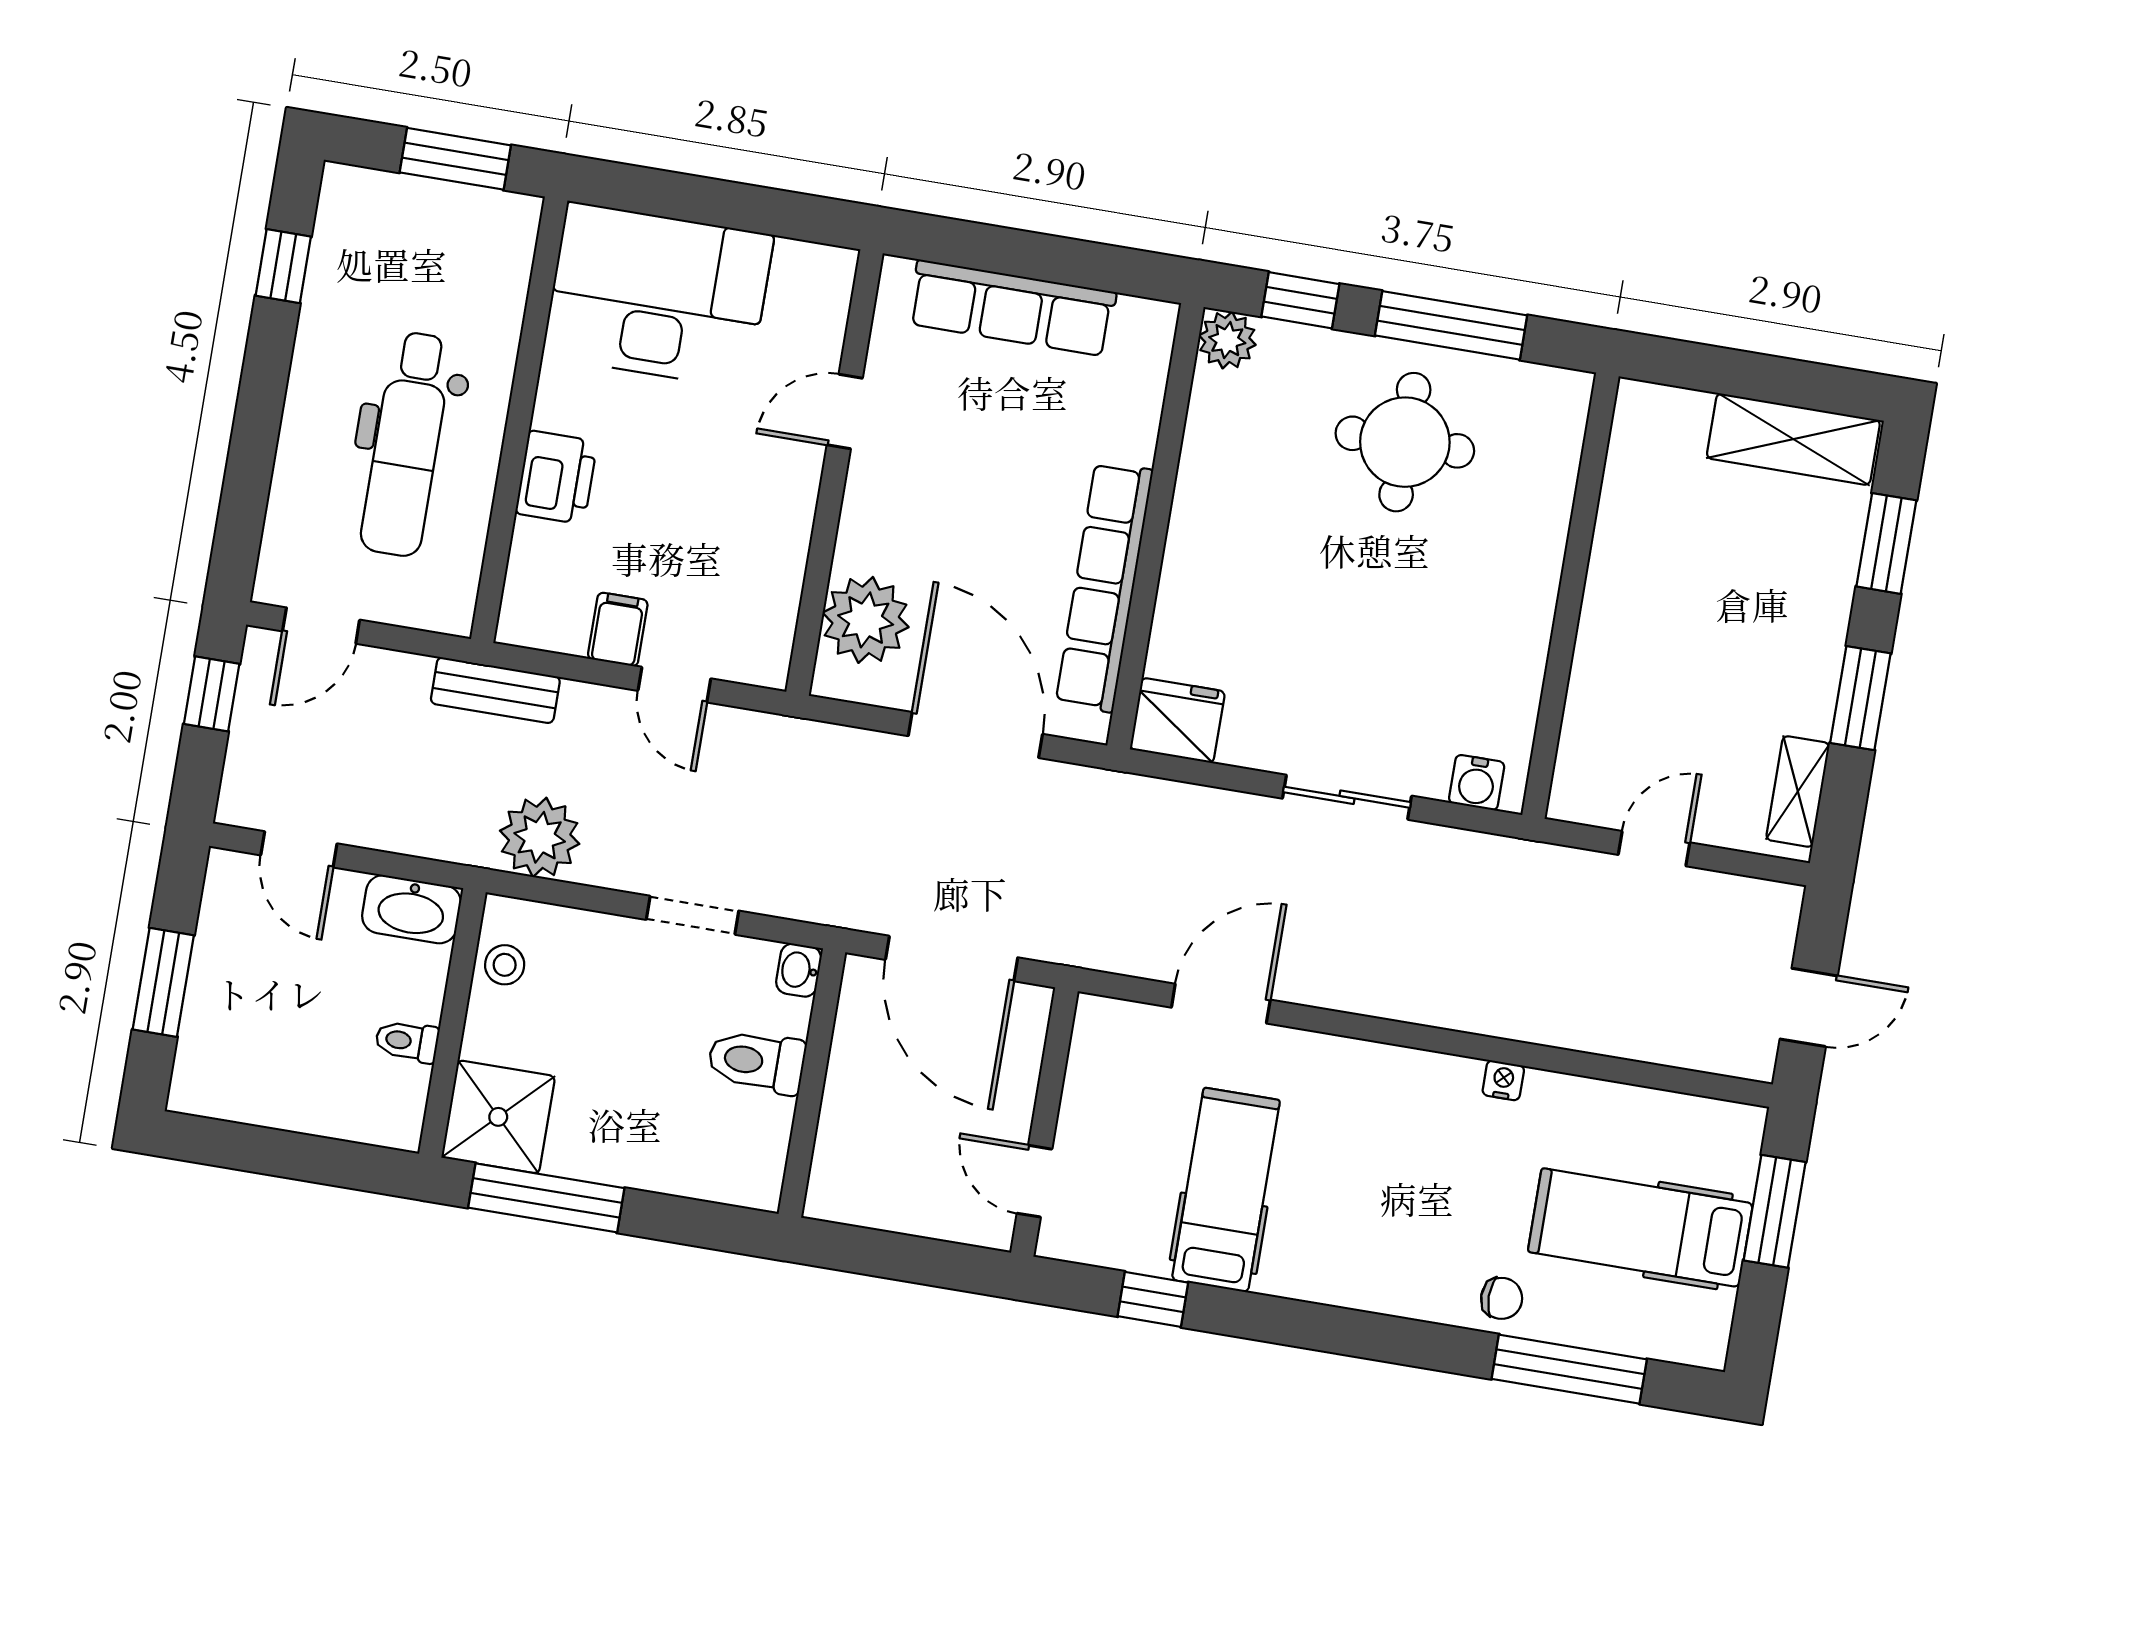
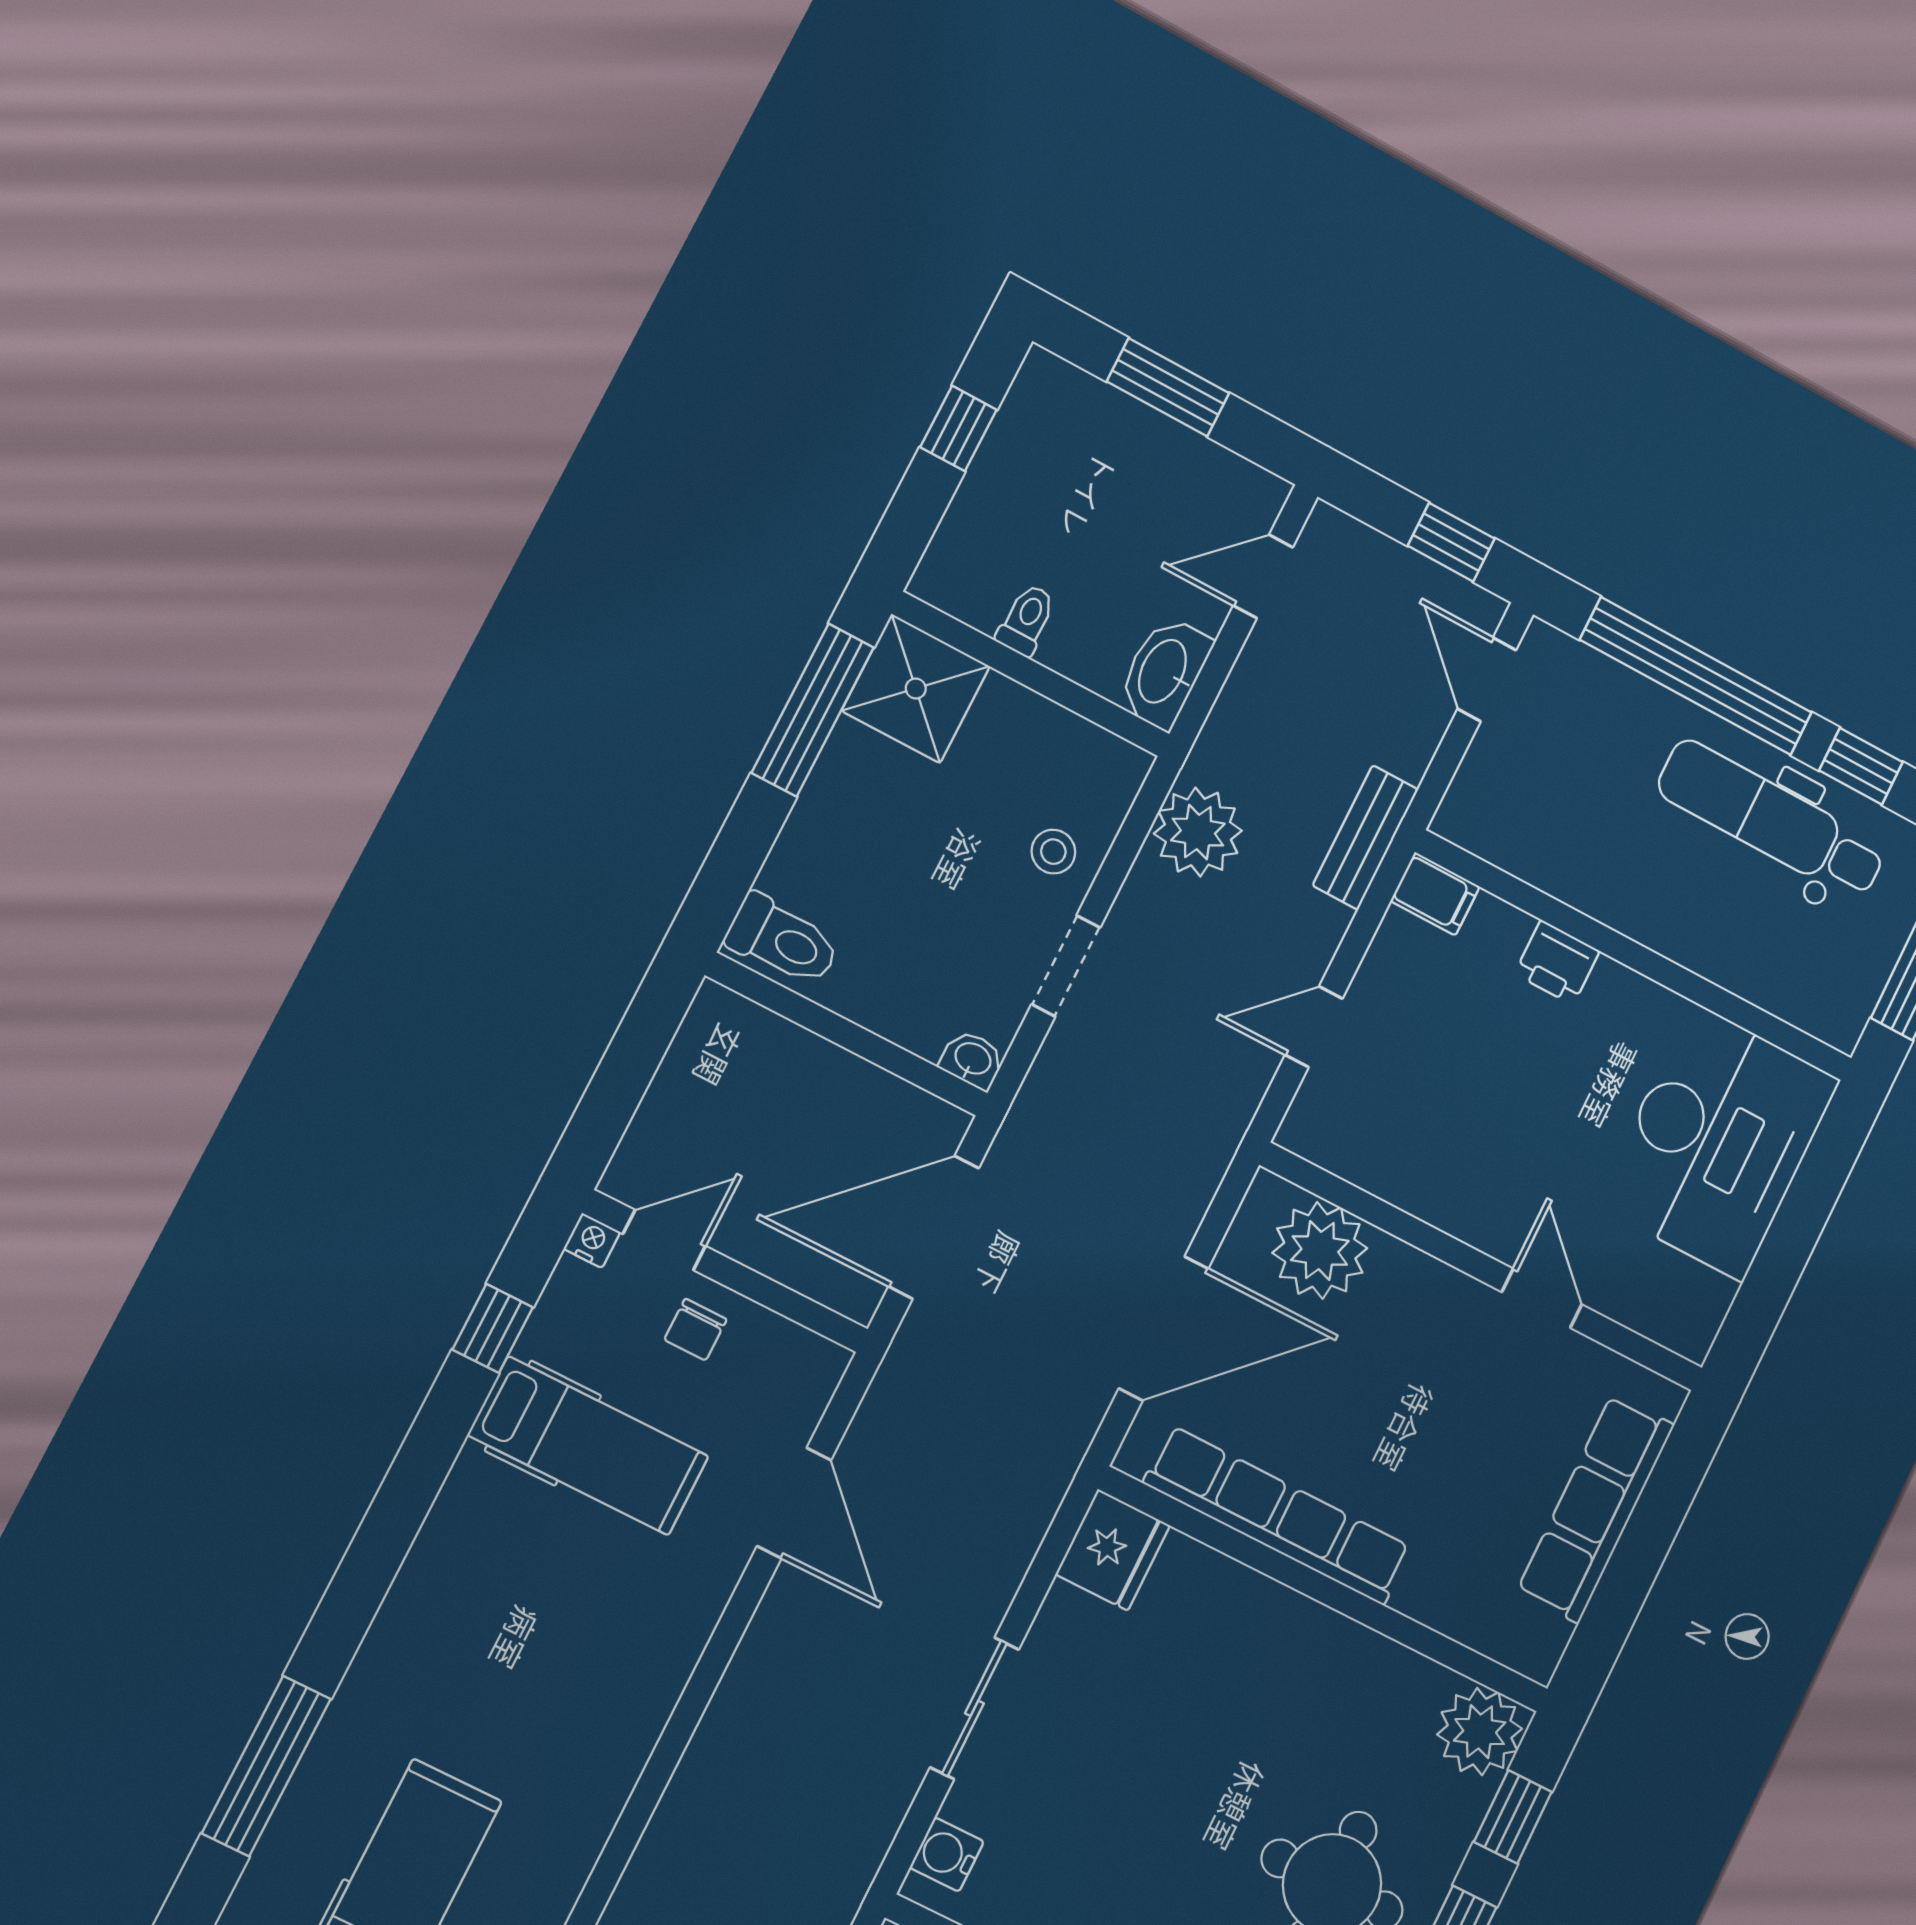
plant: (1227, 340) -> (1480, 1732), width x1.36, depth x1.36
window: (254, 440) -> (1696, 676), added
dental chair: (407, 444) -> (1771, 820), moved
printer: (556, 477) -> (1557, 962), width x0.73, depth x0.81
filing cabinet: (618, 629) -> (1435, 894), moved
stool: (505, 965) -> (1053, 852), moved
toilet: (757, 1061) -> (783, 940), moved, turned 90
nightstand: (1503, 1080) -> (592, 1240), moved, turned -90
window: (263, 1150) -> (958, 428), added
chair: (1502, 1298) -> (695, 1330), moved

